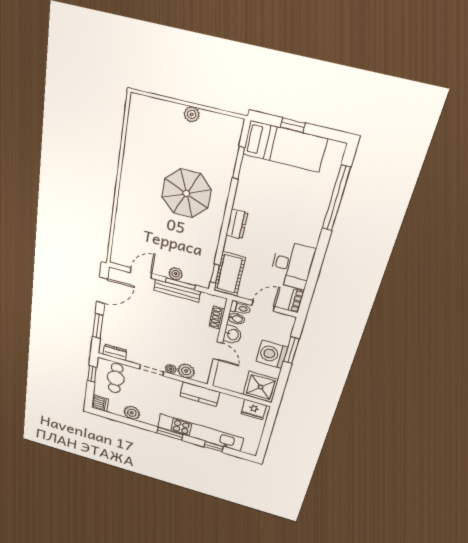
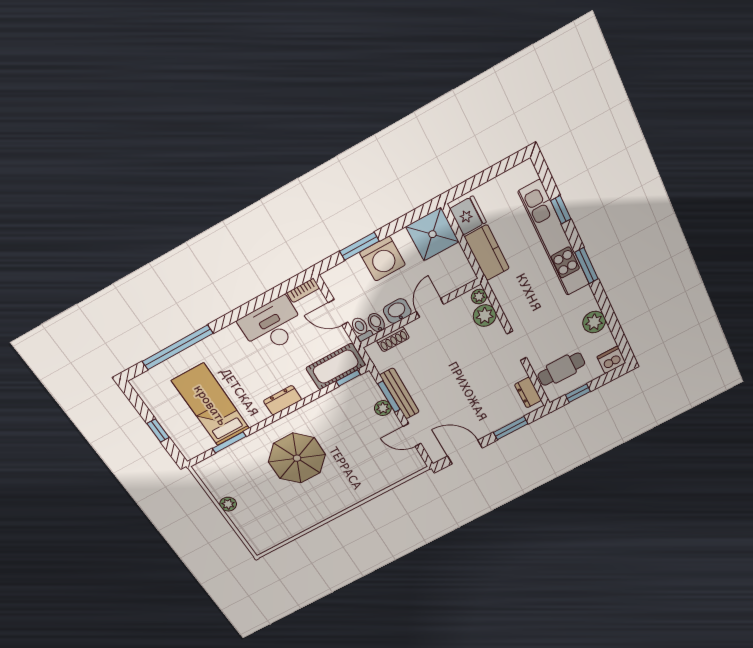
bed: (285, 146) -> (211, 405), moved
plant: (171, 369) -> (479, 297), moved
kitchen counter: (200, 394) -> (487, 253), moved

